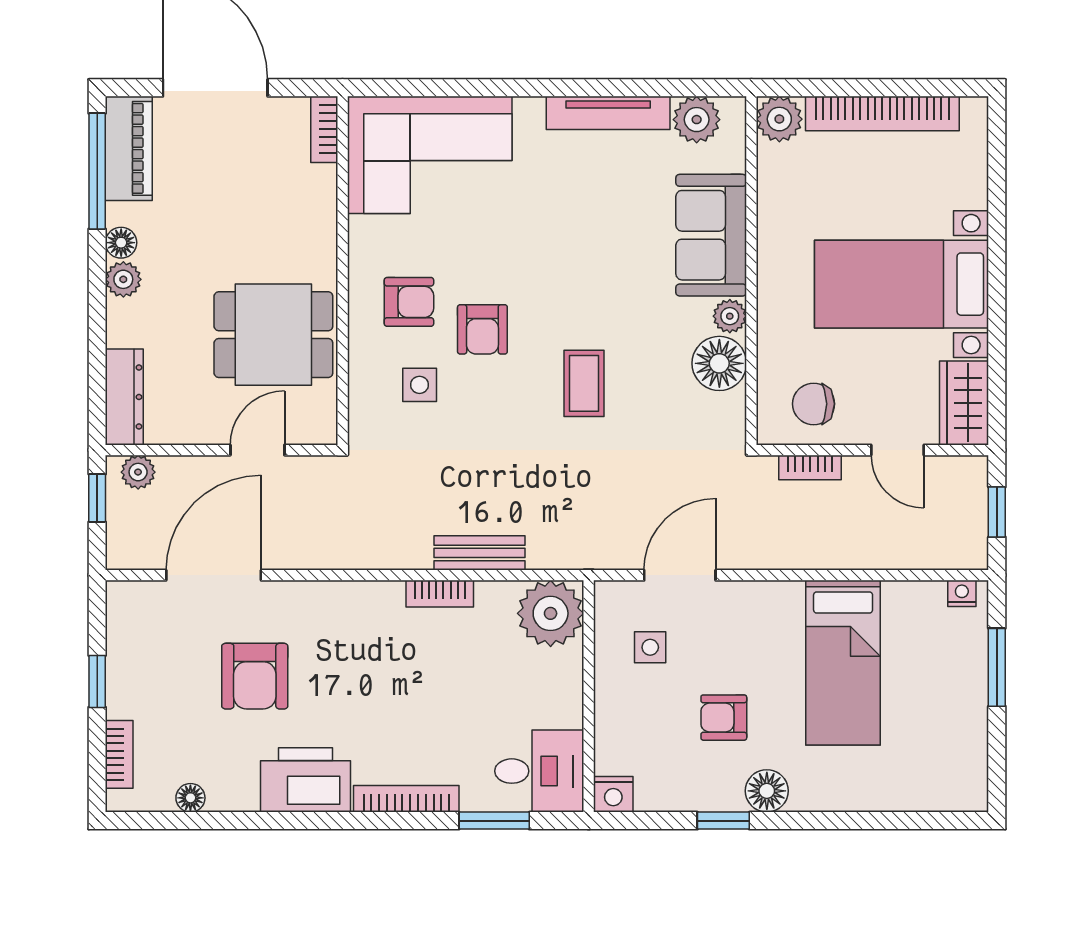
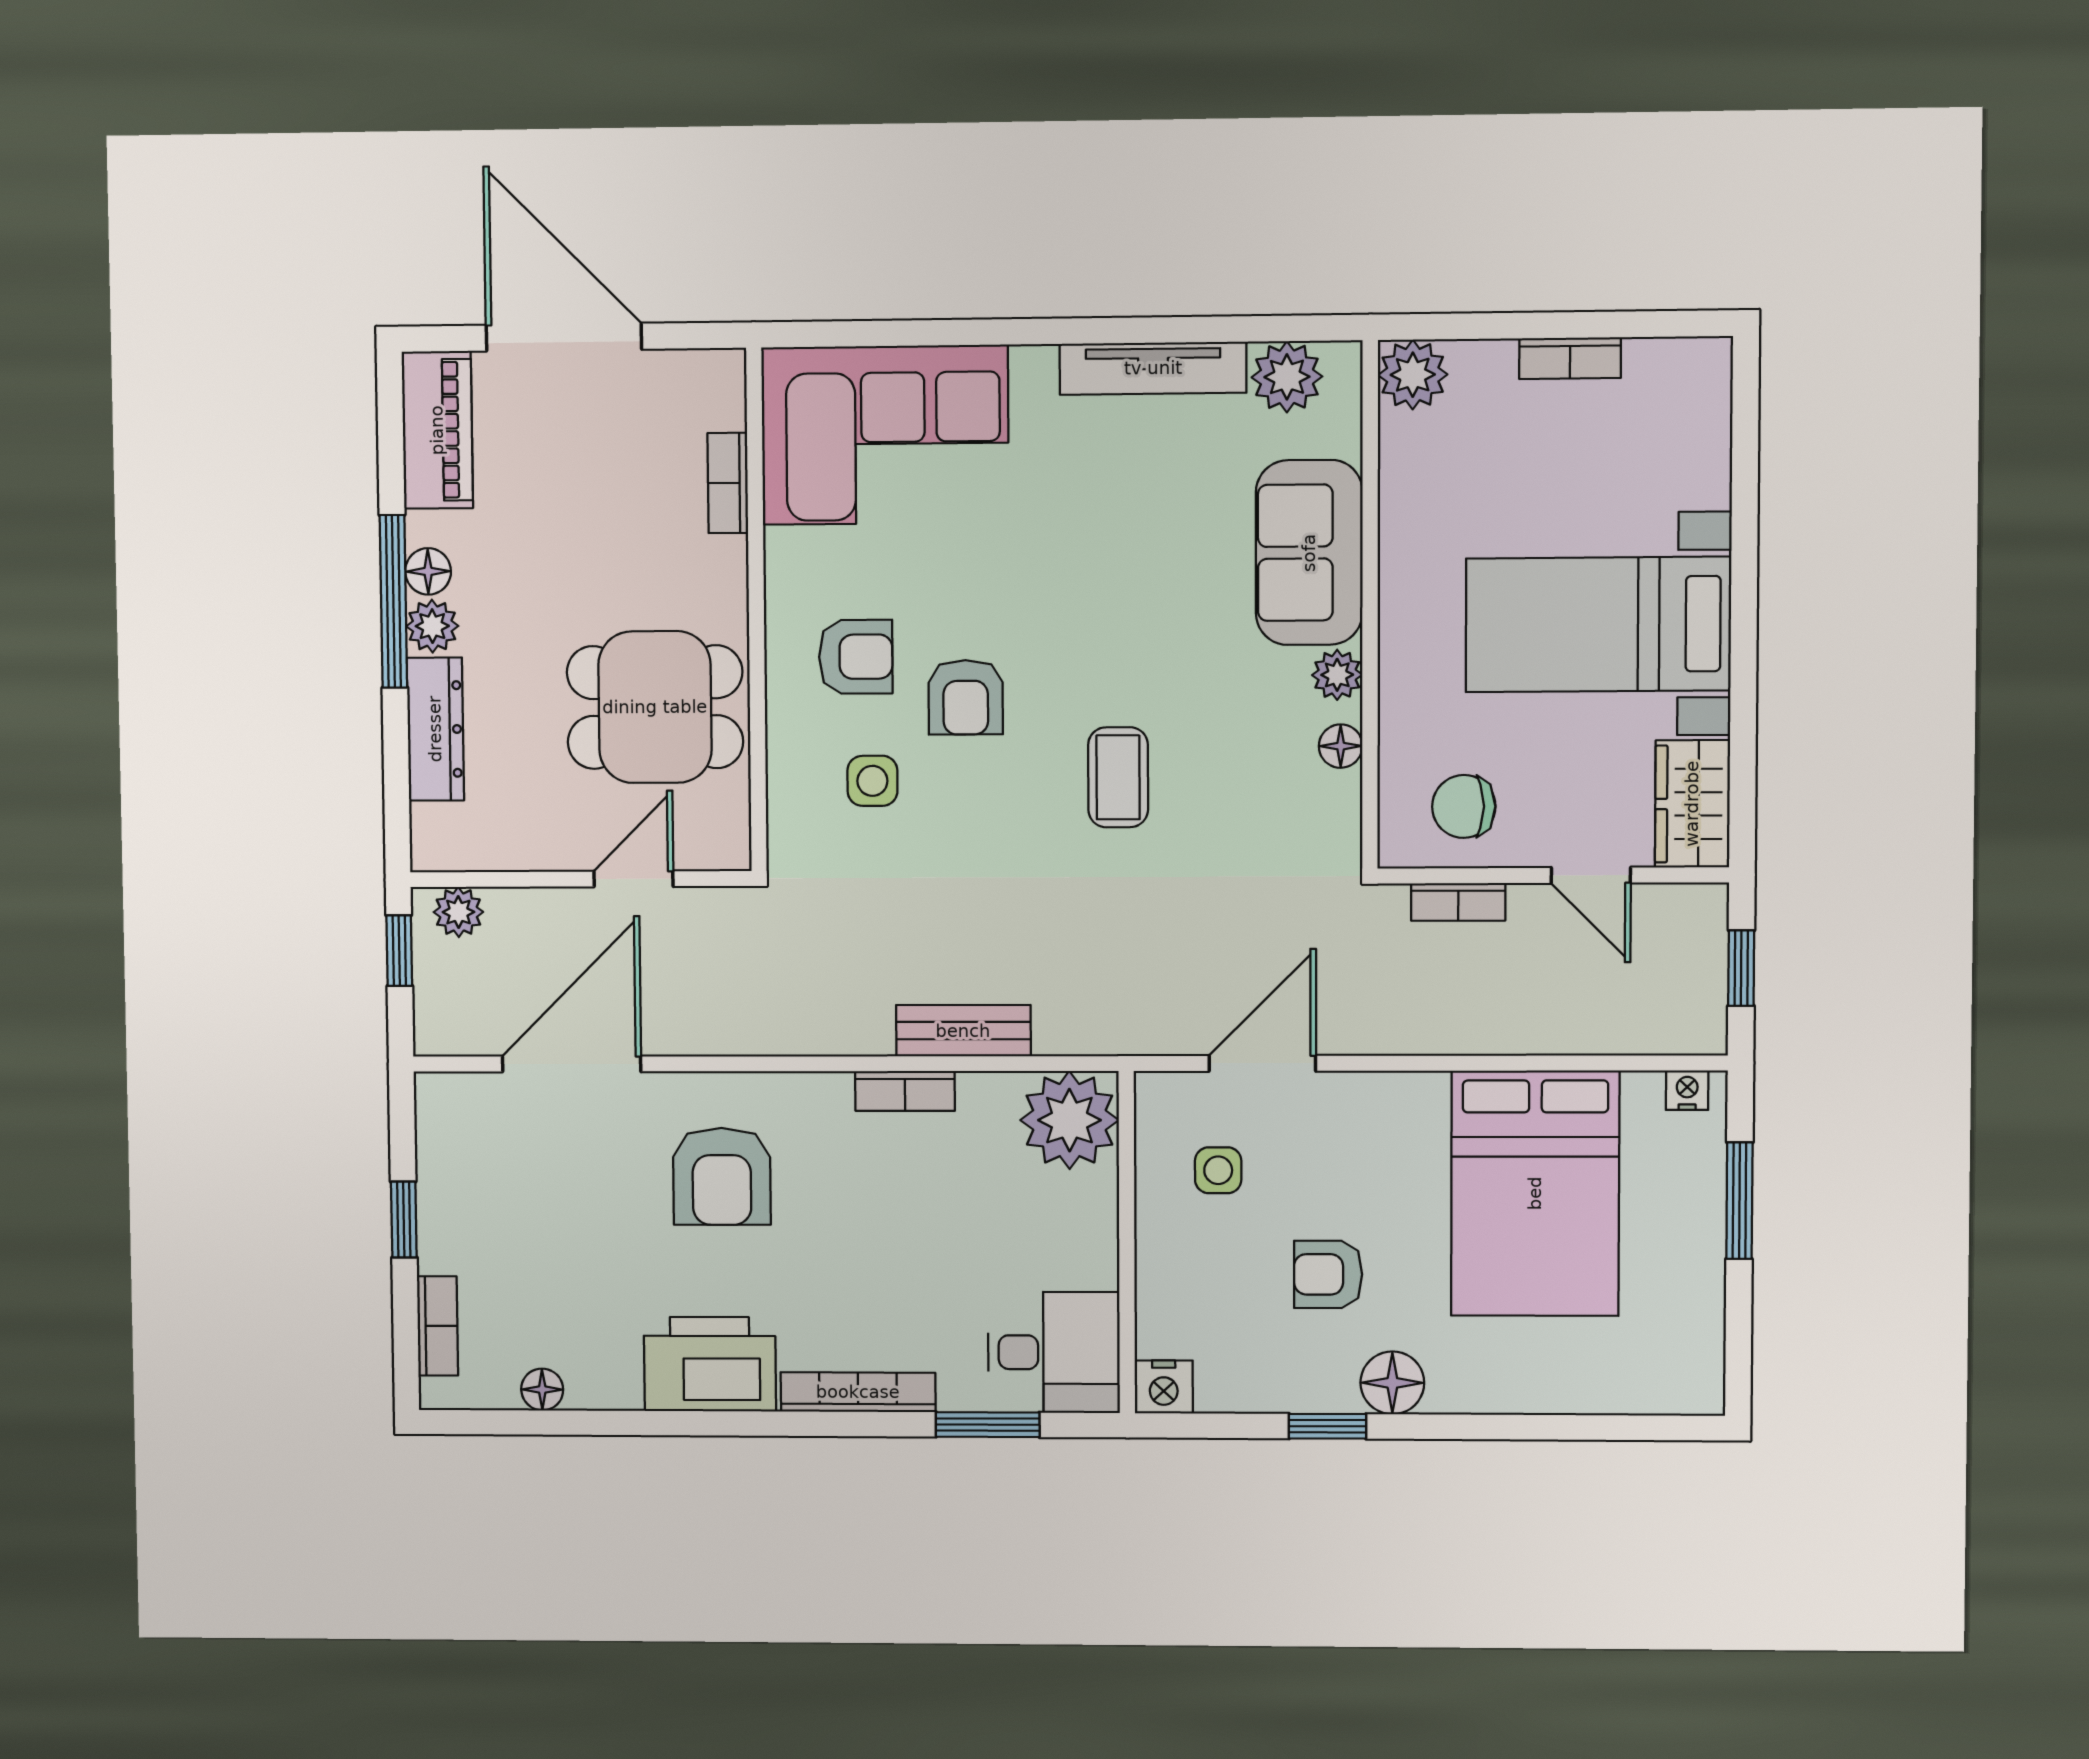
bookcase: (882, 114) -> (1570, 358), width x0.43, depth x0.76
bookcase: (324, 129) -> (728, 483), moved
window: (97, 171) -> (393, 601), moved
floor lamp: (719, 363) -> (1341, 746), width x0.53, depth x0.53
dresser: (124, 397) -> (435, 729), moved
bed: (843, 663) -> (1535, 1193), width x1.50
armchair: (255, 676) -> (722, 1176), moved

